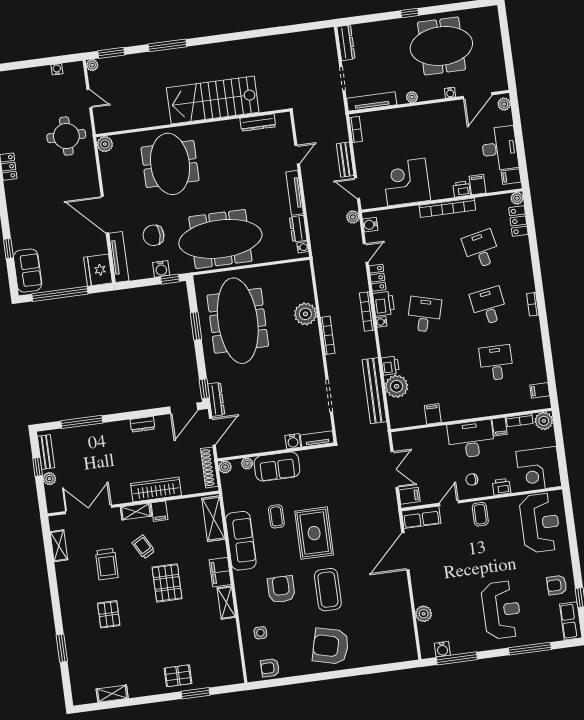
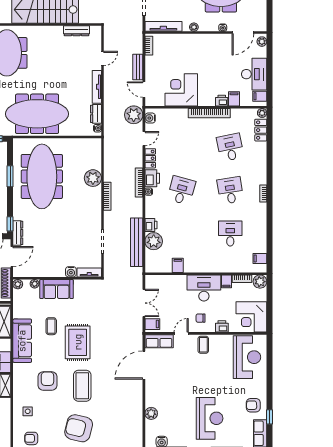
plant: (353, 217) -> (134, 115), width x1.88, depth x1.88

